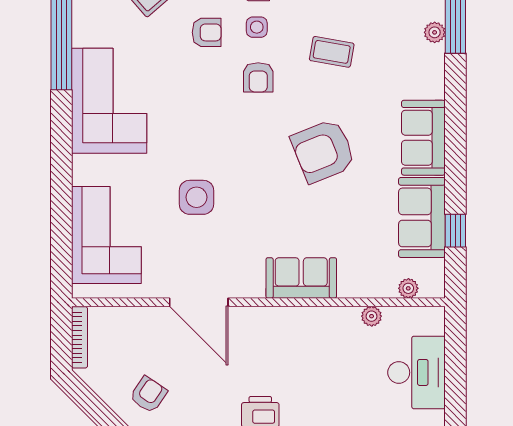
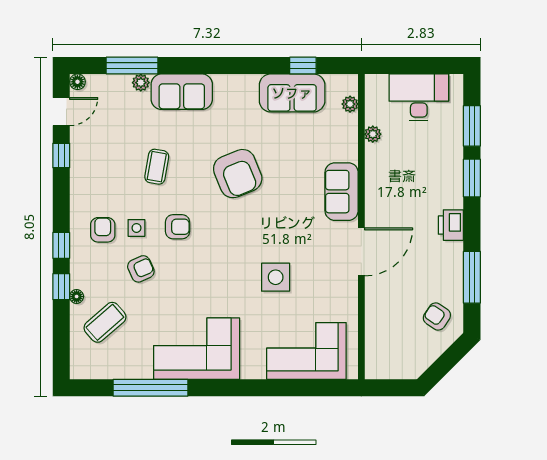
armchair: (207, 32) -> (141, 269), turned 66
sofa: (423, 138) -> (182, 92), moved
door: (199, 302) -> (361, 252), moved
bookcase: (79, 337) -> (390, 373), removed

